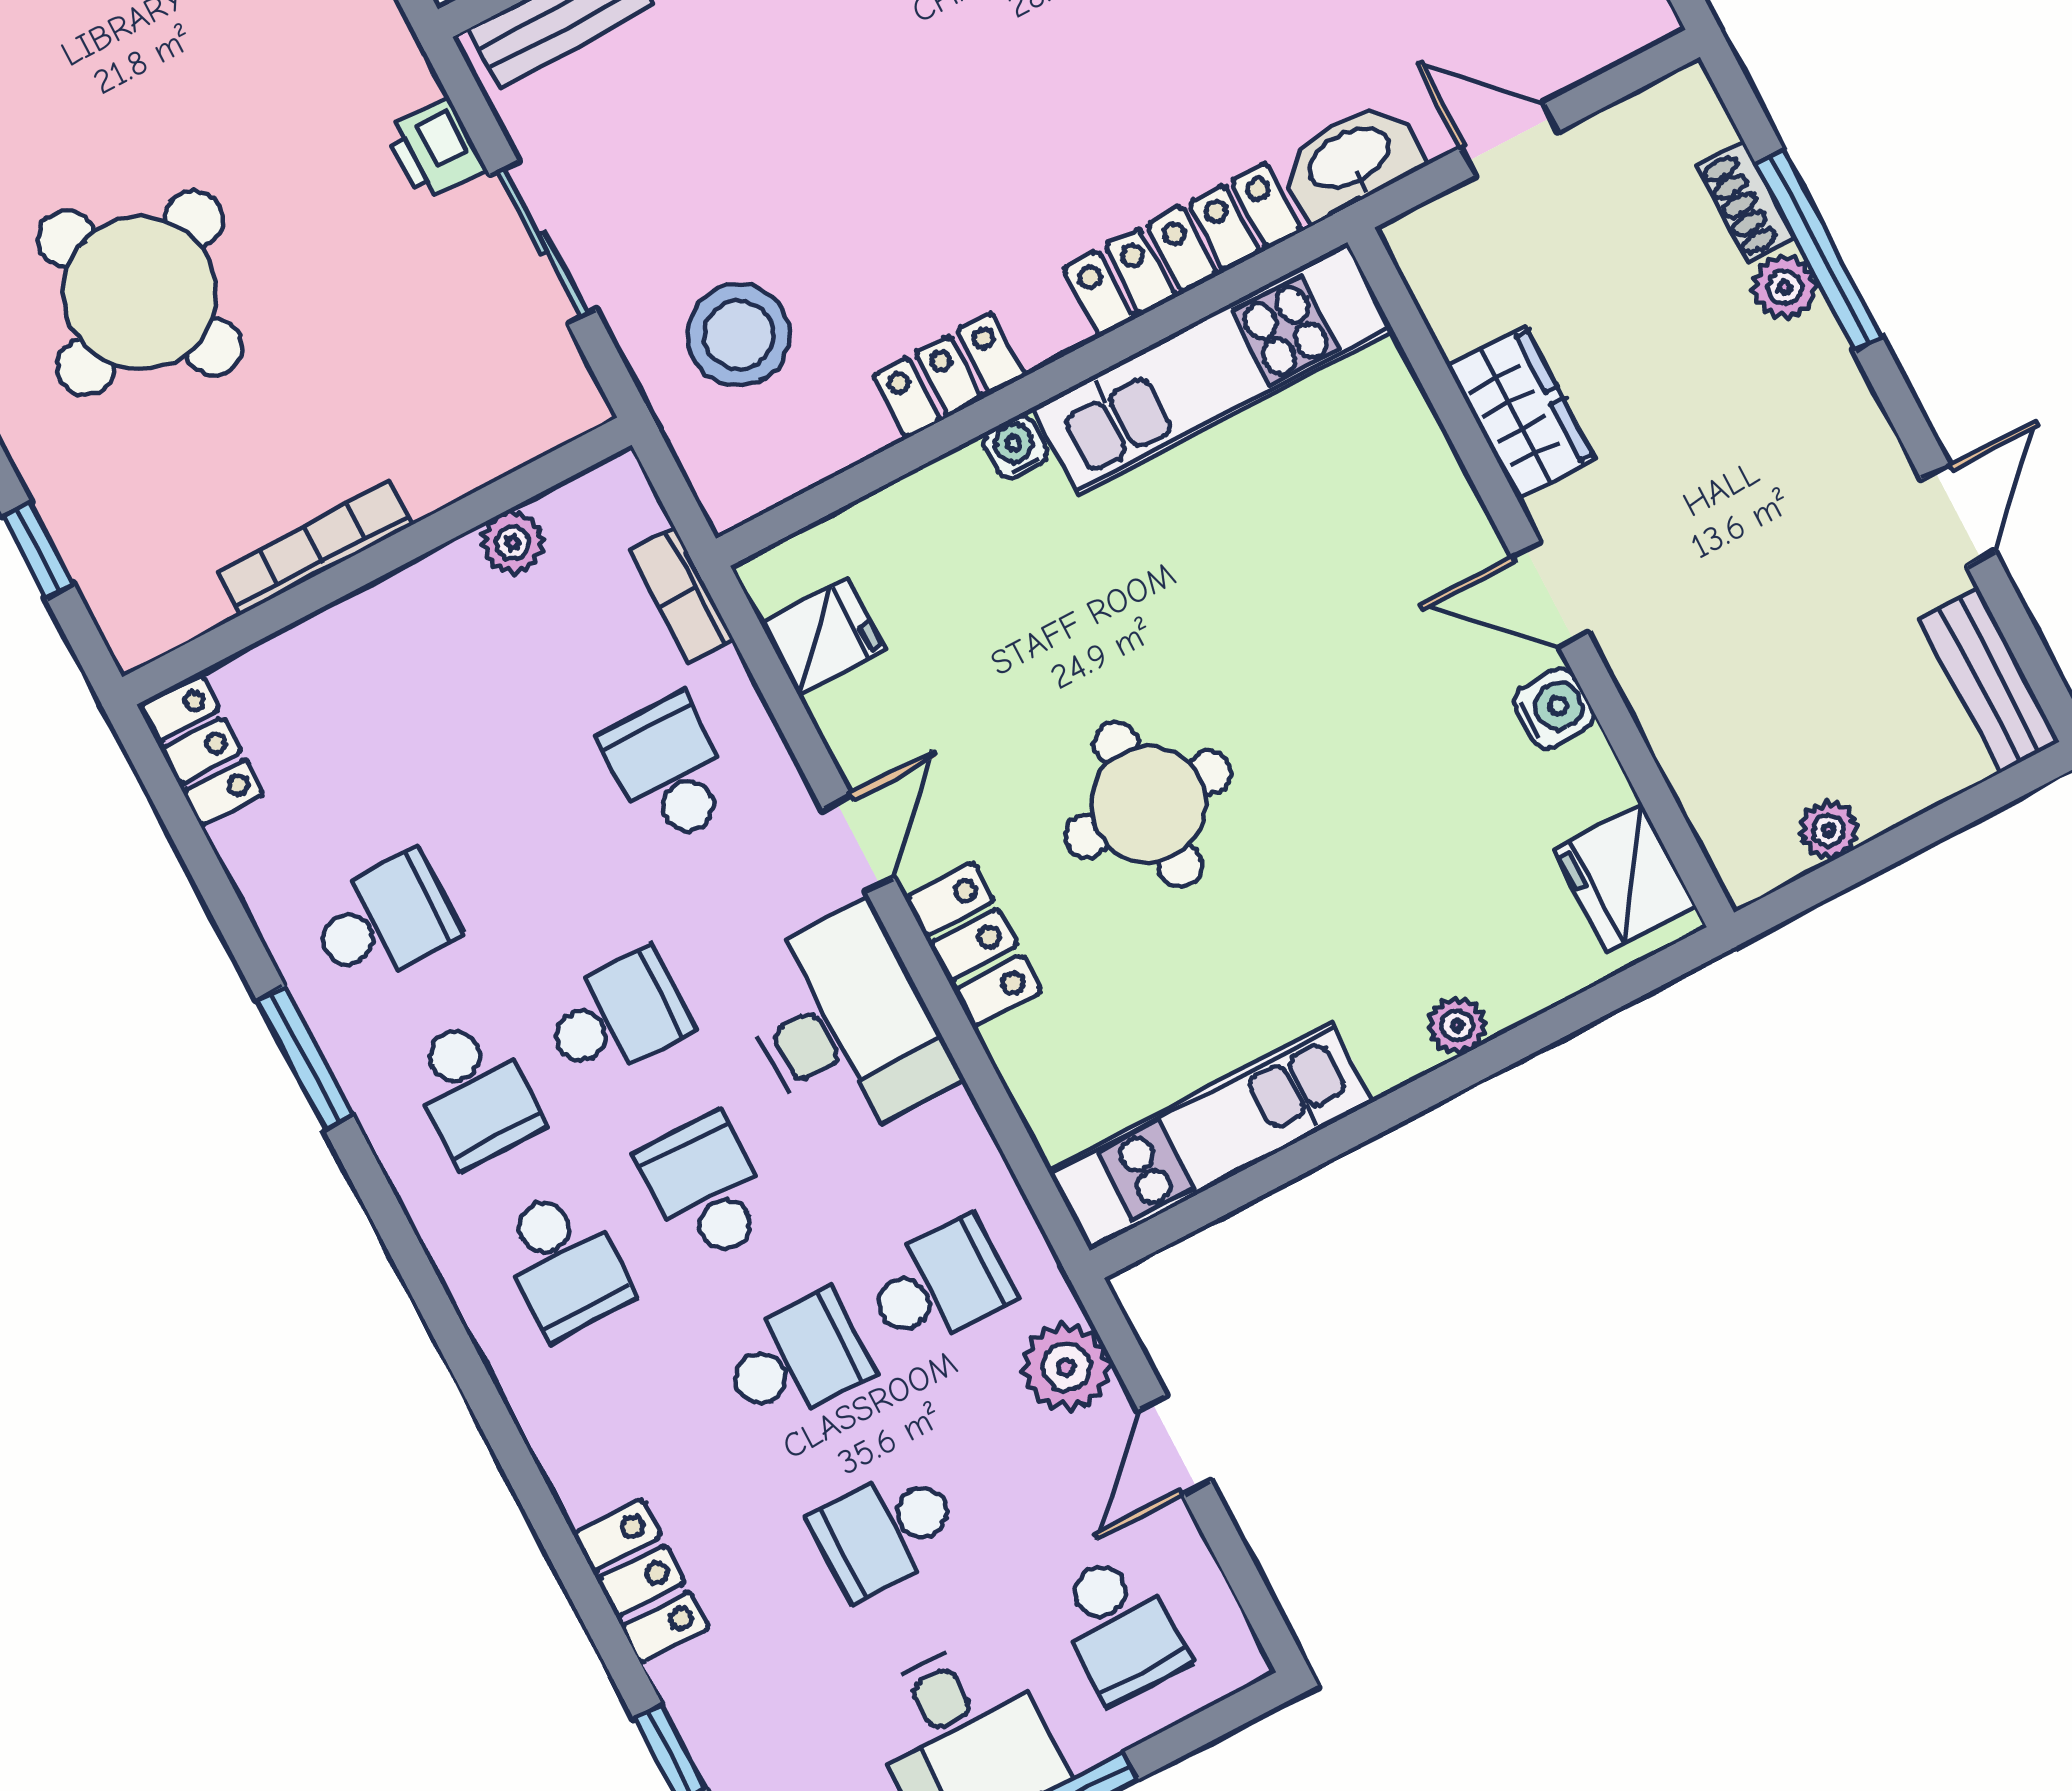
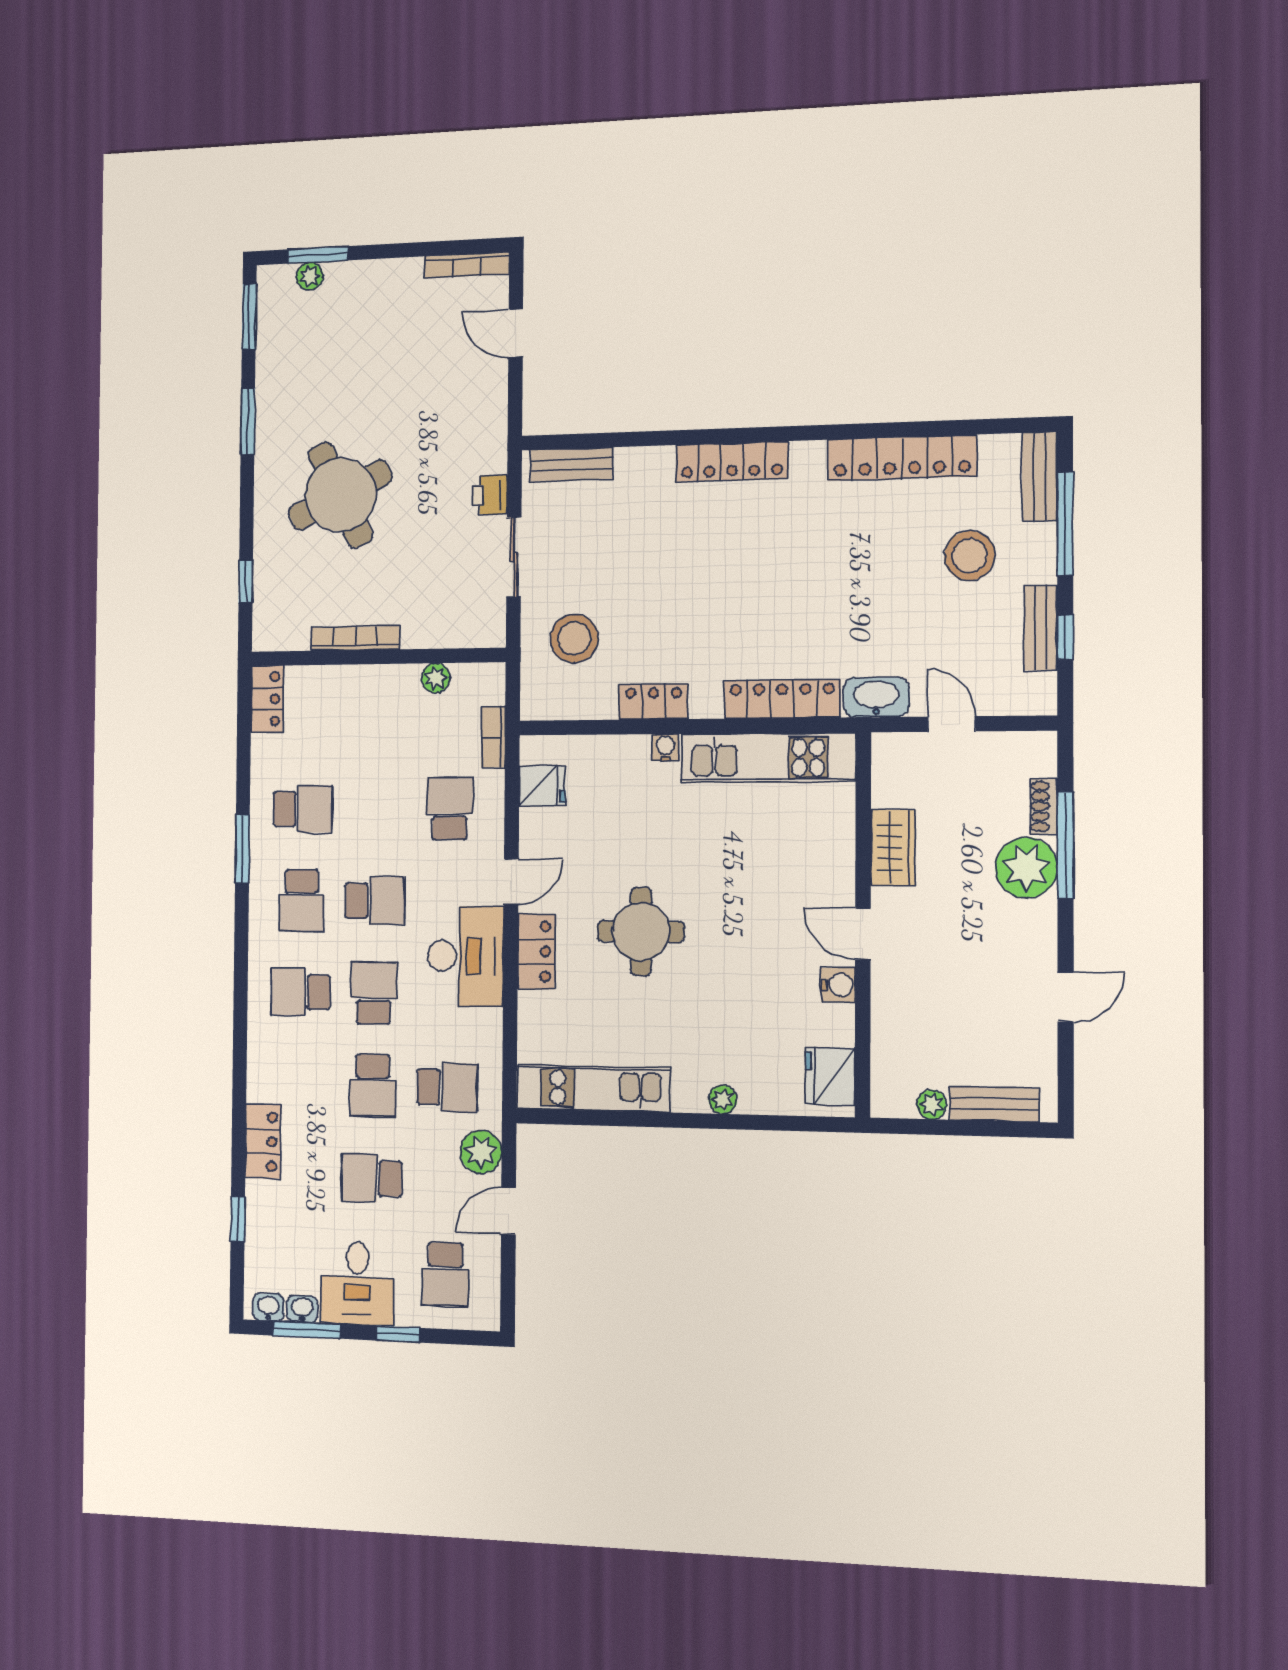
plant: (1785, 287) -> (1026, 868), width x1.88, depth x1.88
bench: (1990, 680) -> (994, 1104), moved, turned 90
school desk: (564, 1263) -> (300, 992), turned 90
school desk: (796, 1360) -> (373, 1085), turned 90

